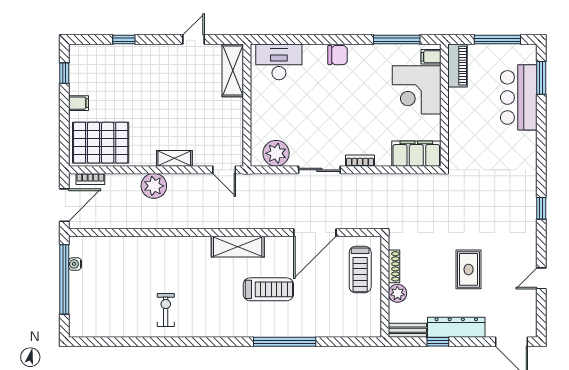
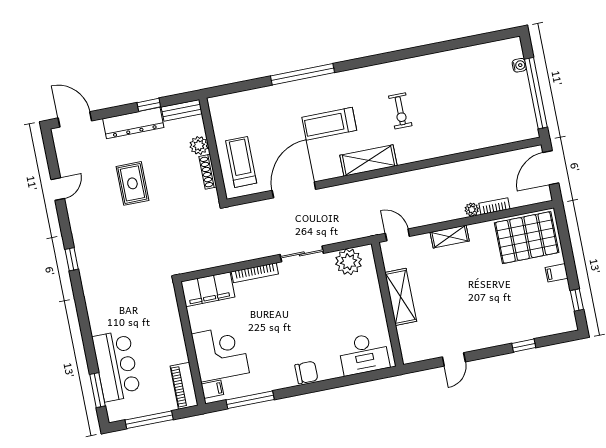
chair: (338, 55) -> (306, 372), turned 180
shelving: (233, 70) -> (401, 297), moved
bookcase: (360, 161) -> (255, 273), width x1.56
bookcase: (90, 179) -> (494, 206), moved
plant: (154, 186) -> (472, 210), width x0.53, depth x0.53
water cooler: (75, 264) -> (519, 65), moved
exercise bike: (166, 310) -> (400, 111), moved

